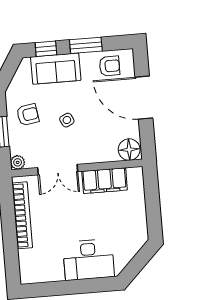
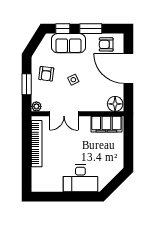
armchair: (110, 66) -> (106, 44), turned 180
armchair: (28, 115) -> (46, 74), turned 106
filing cabinet: (105, 181) -> (106, 124), moved

